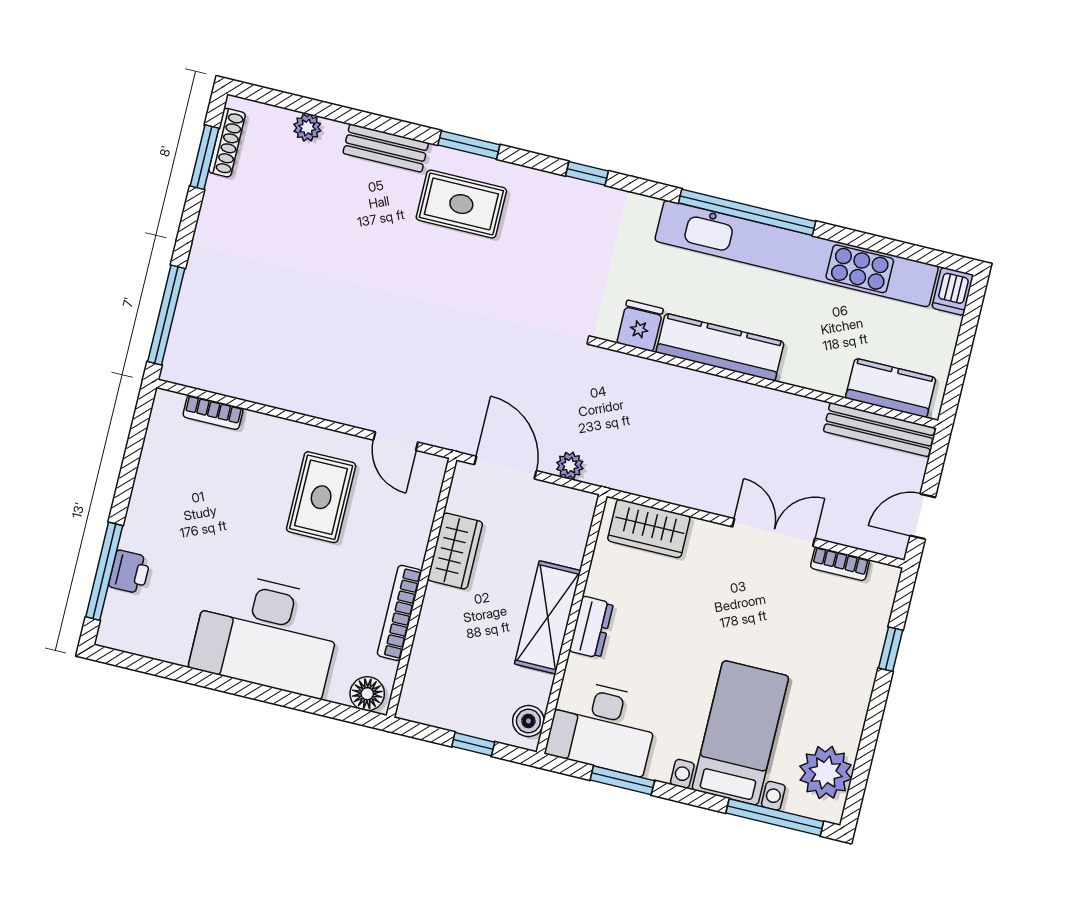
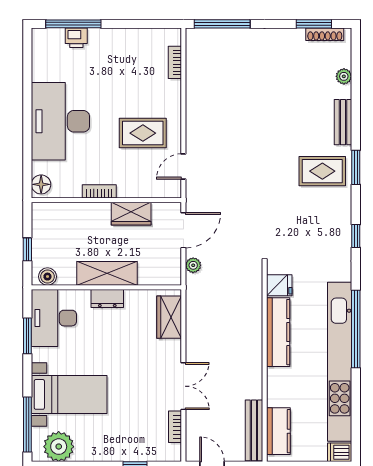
rug: (461, 204) -> (322, 171), turned 90
bookcase: (399, 613) -> (99, 191), width x0.64

